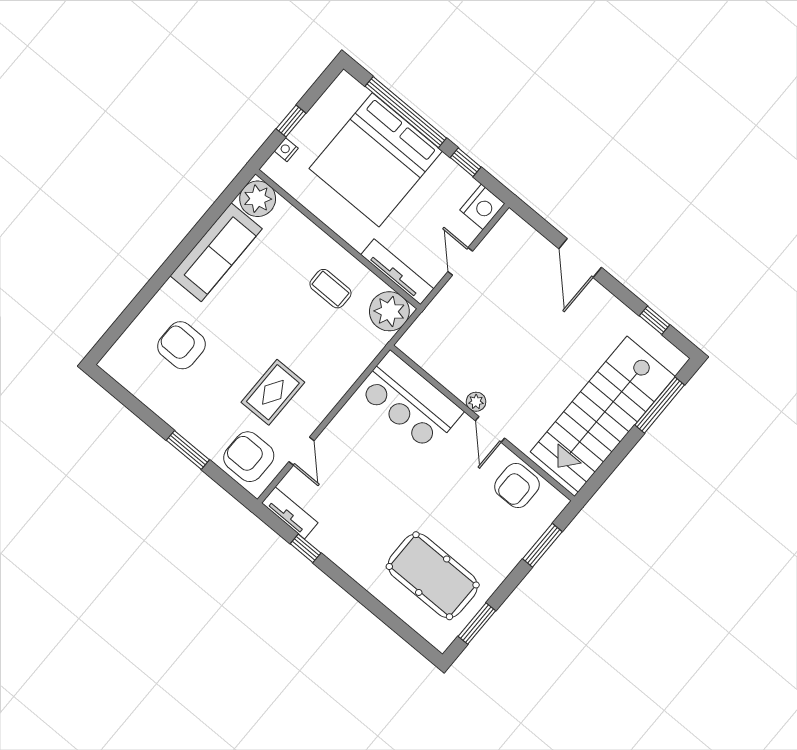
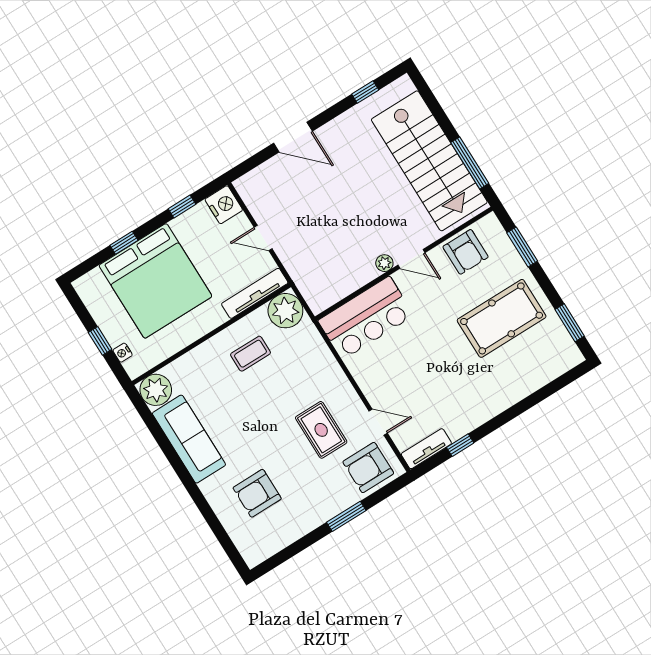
window: (406, 112) -> (124, 243), width x0.32
window: (660, 405) -> (470, 163), moved
pool table: (433, 576) -> (502, 318), moved

